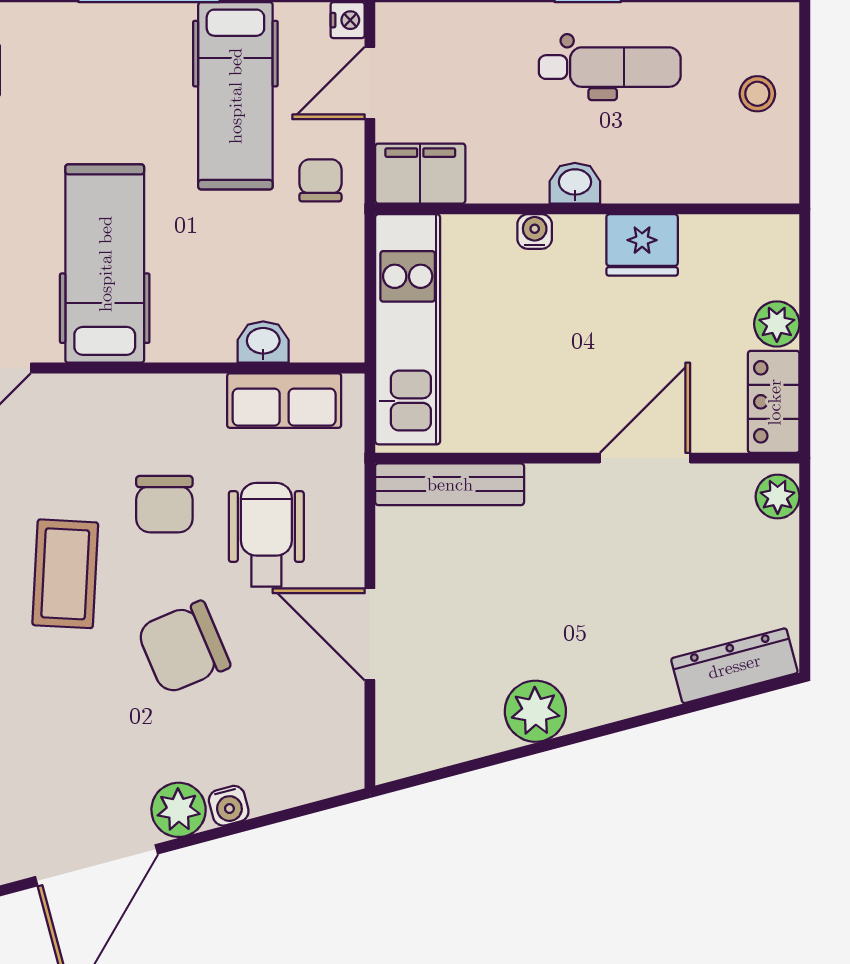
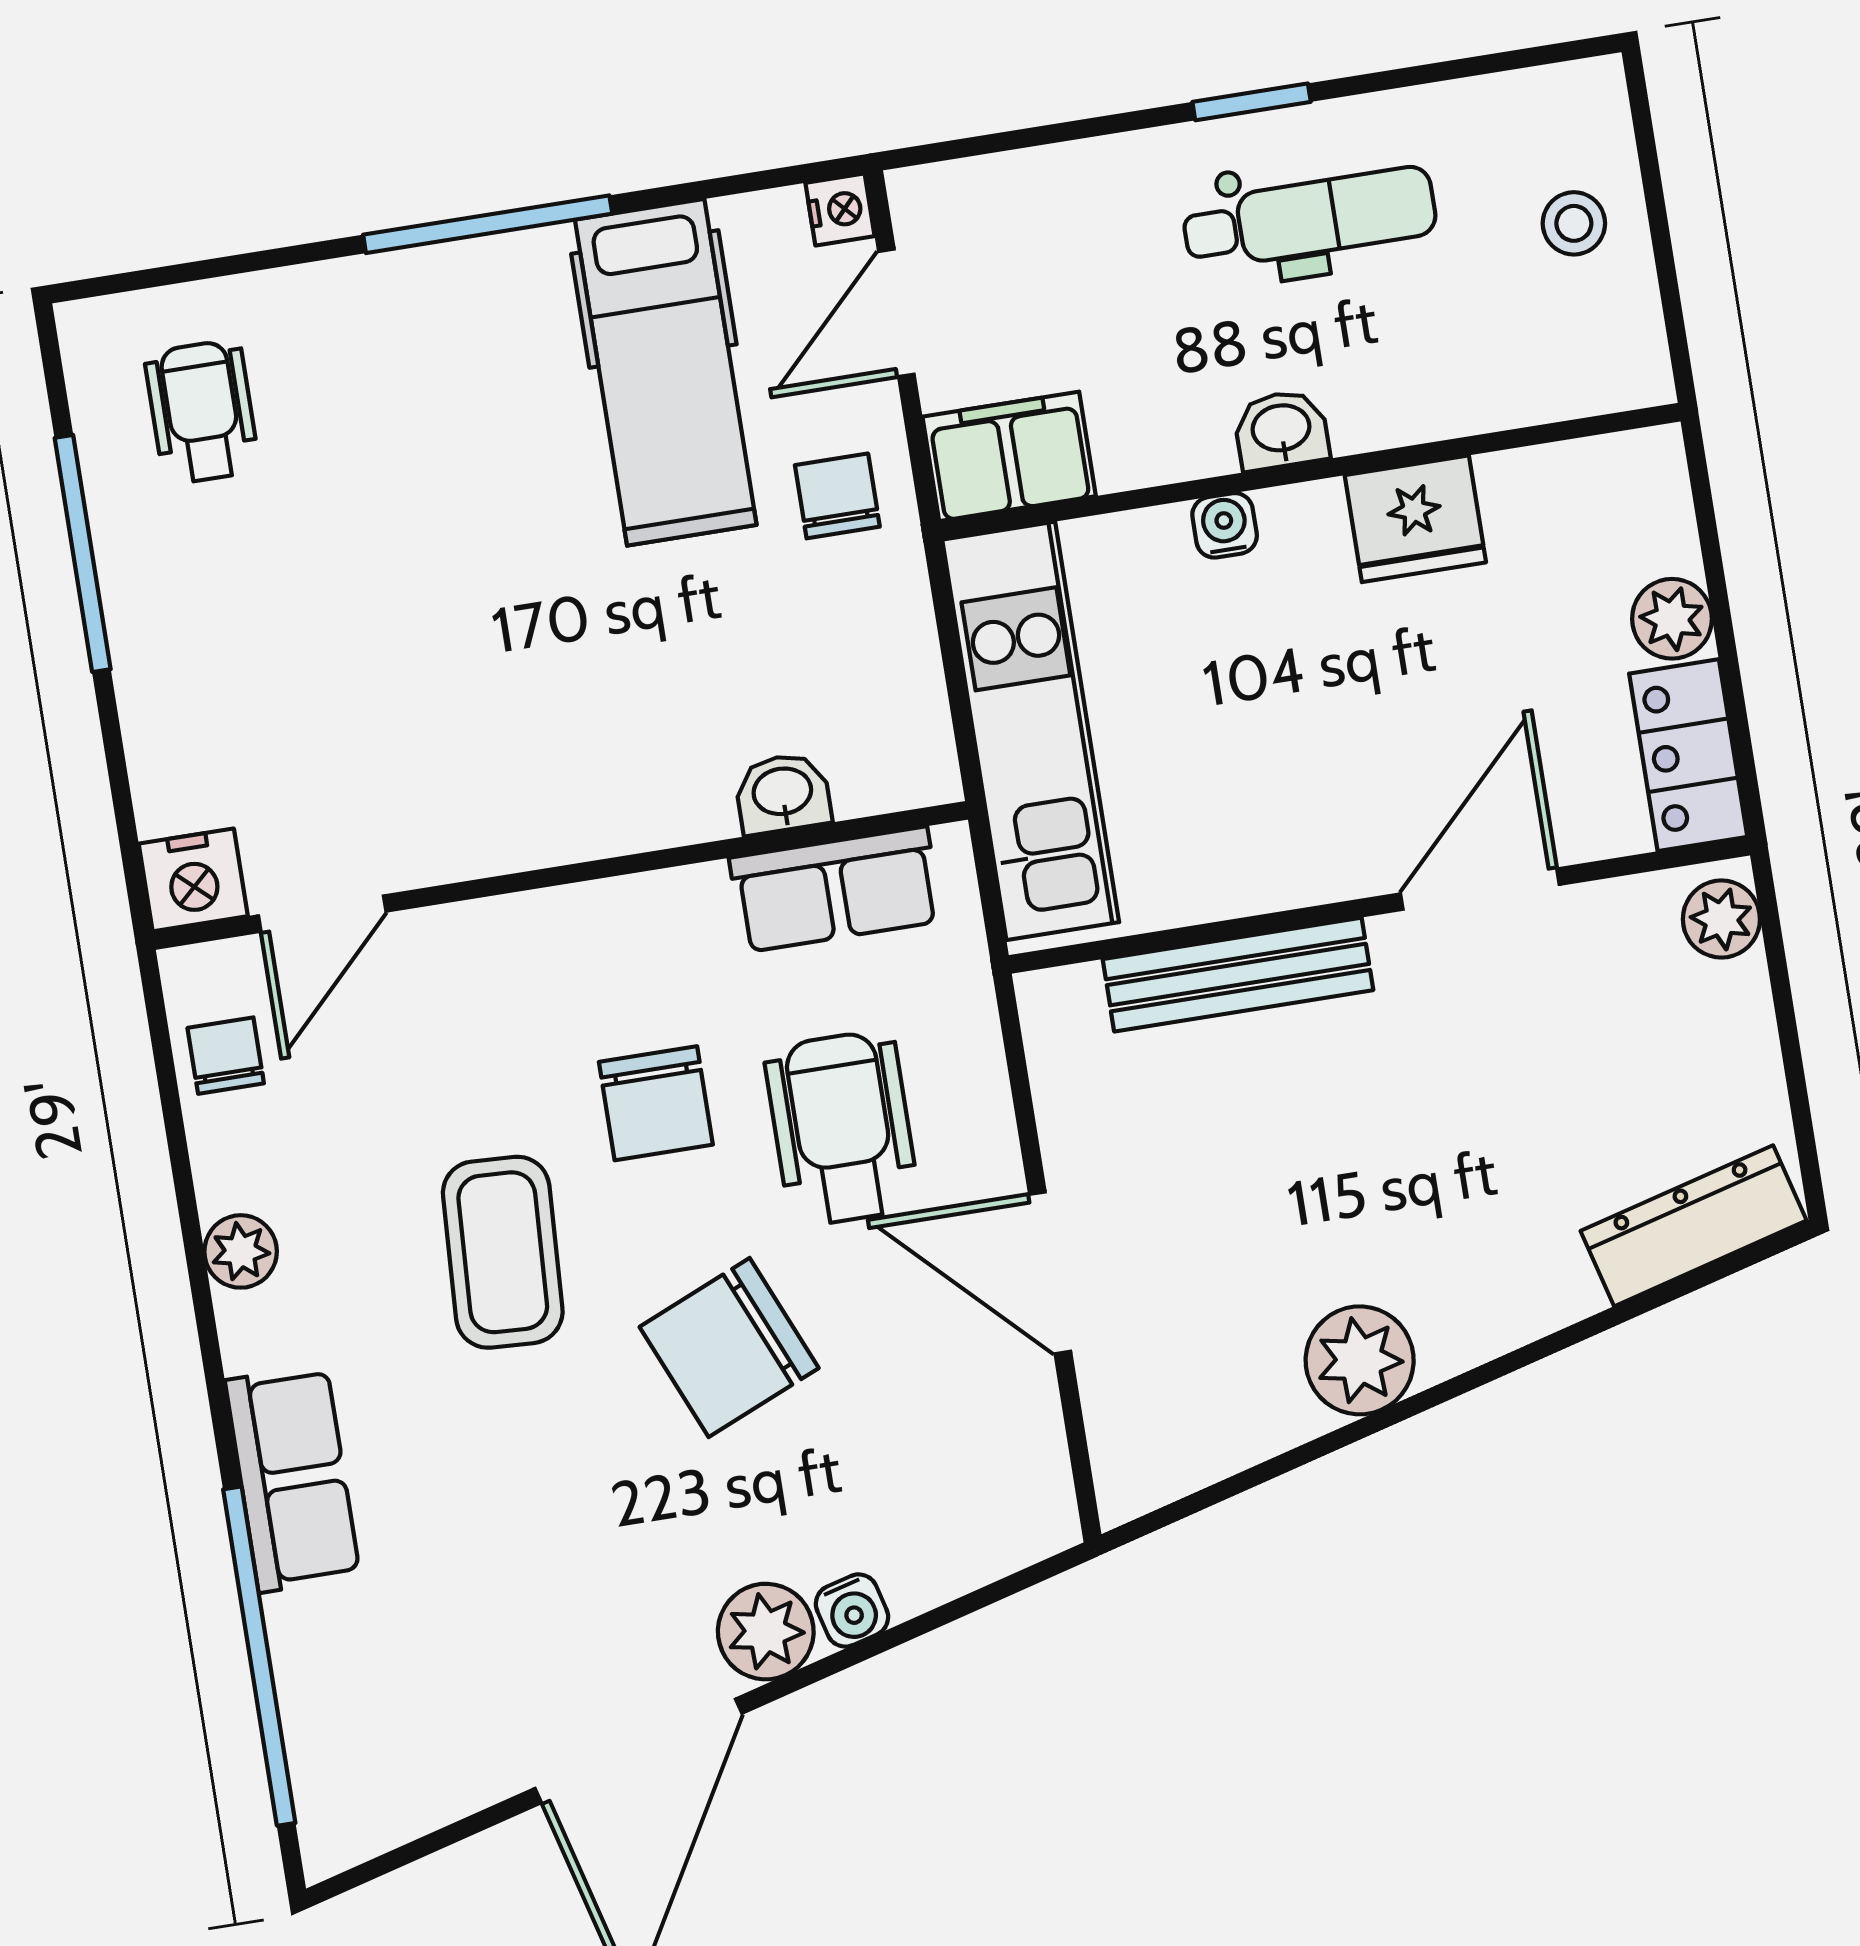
hospital bed: (105, 264) -> (485, 701), removed
bench: (450, 484) -> (1238, 975), moved

